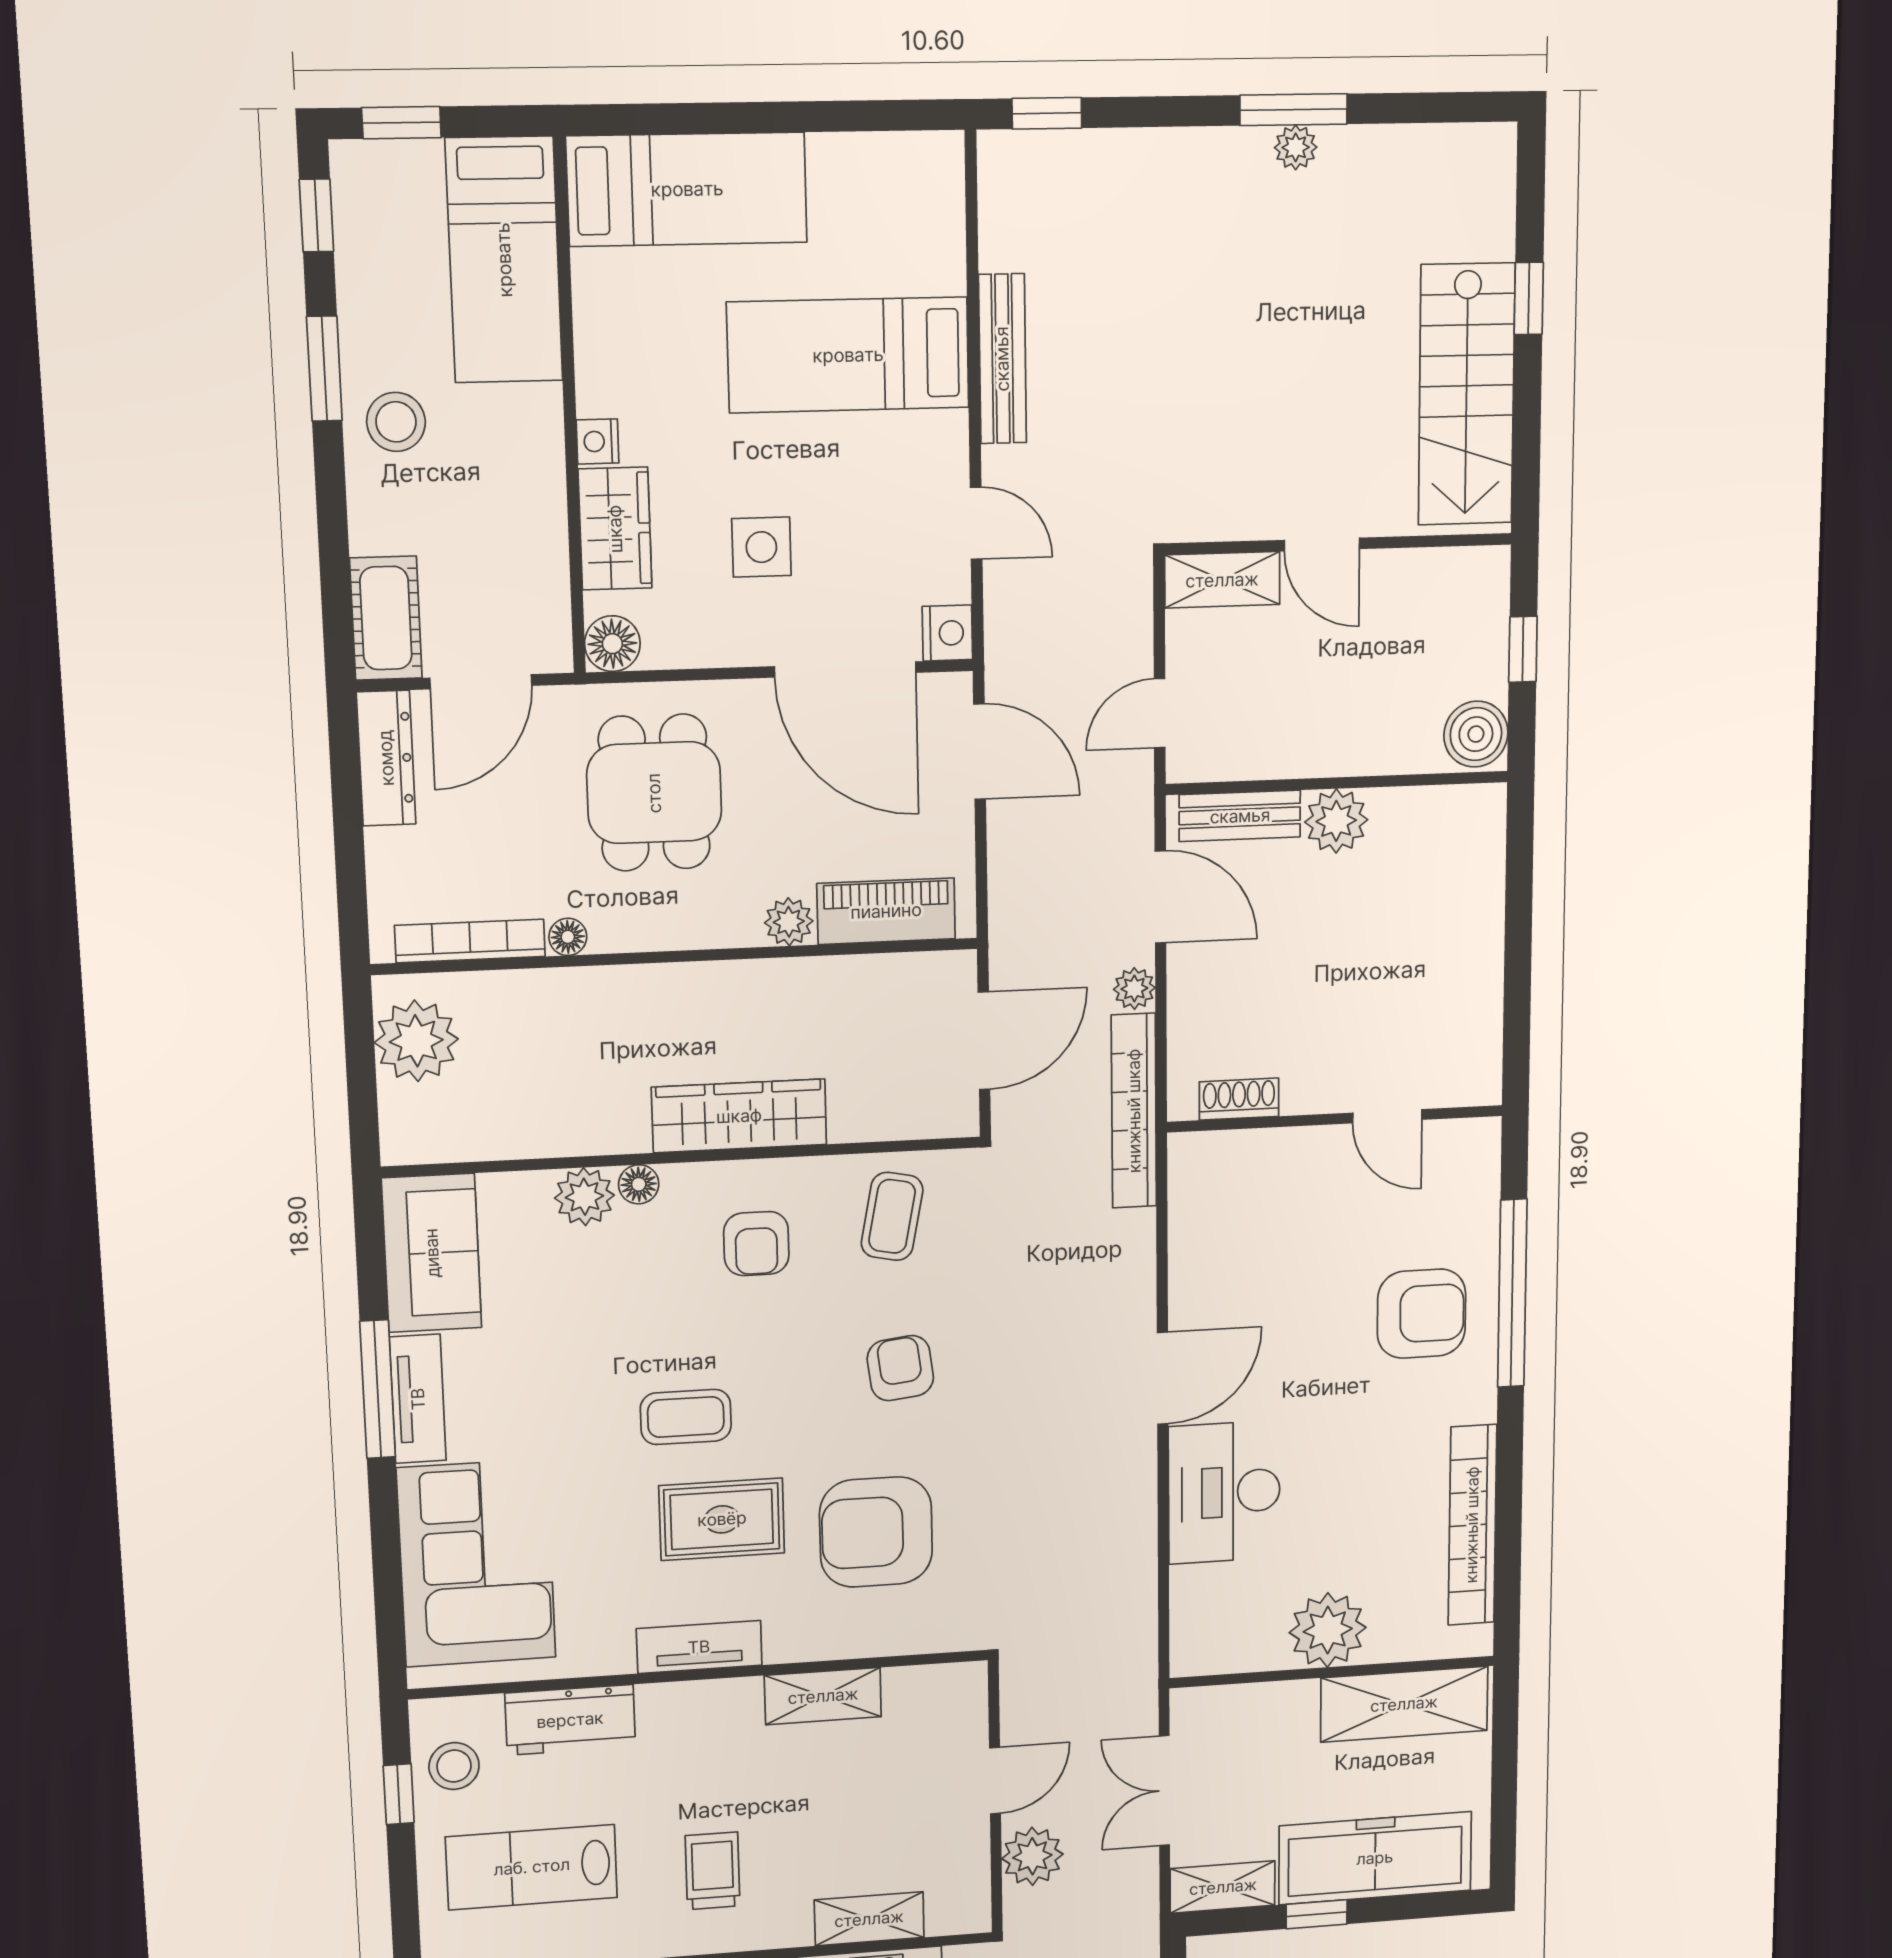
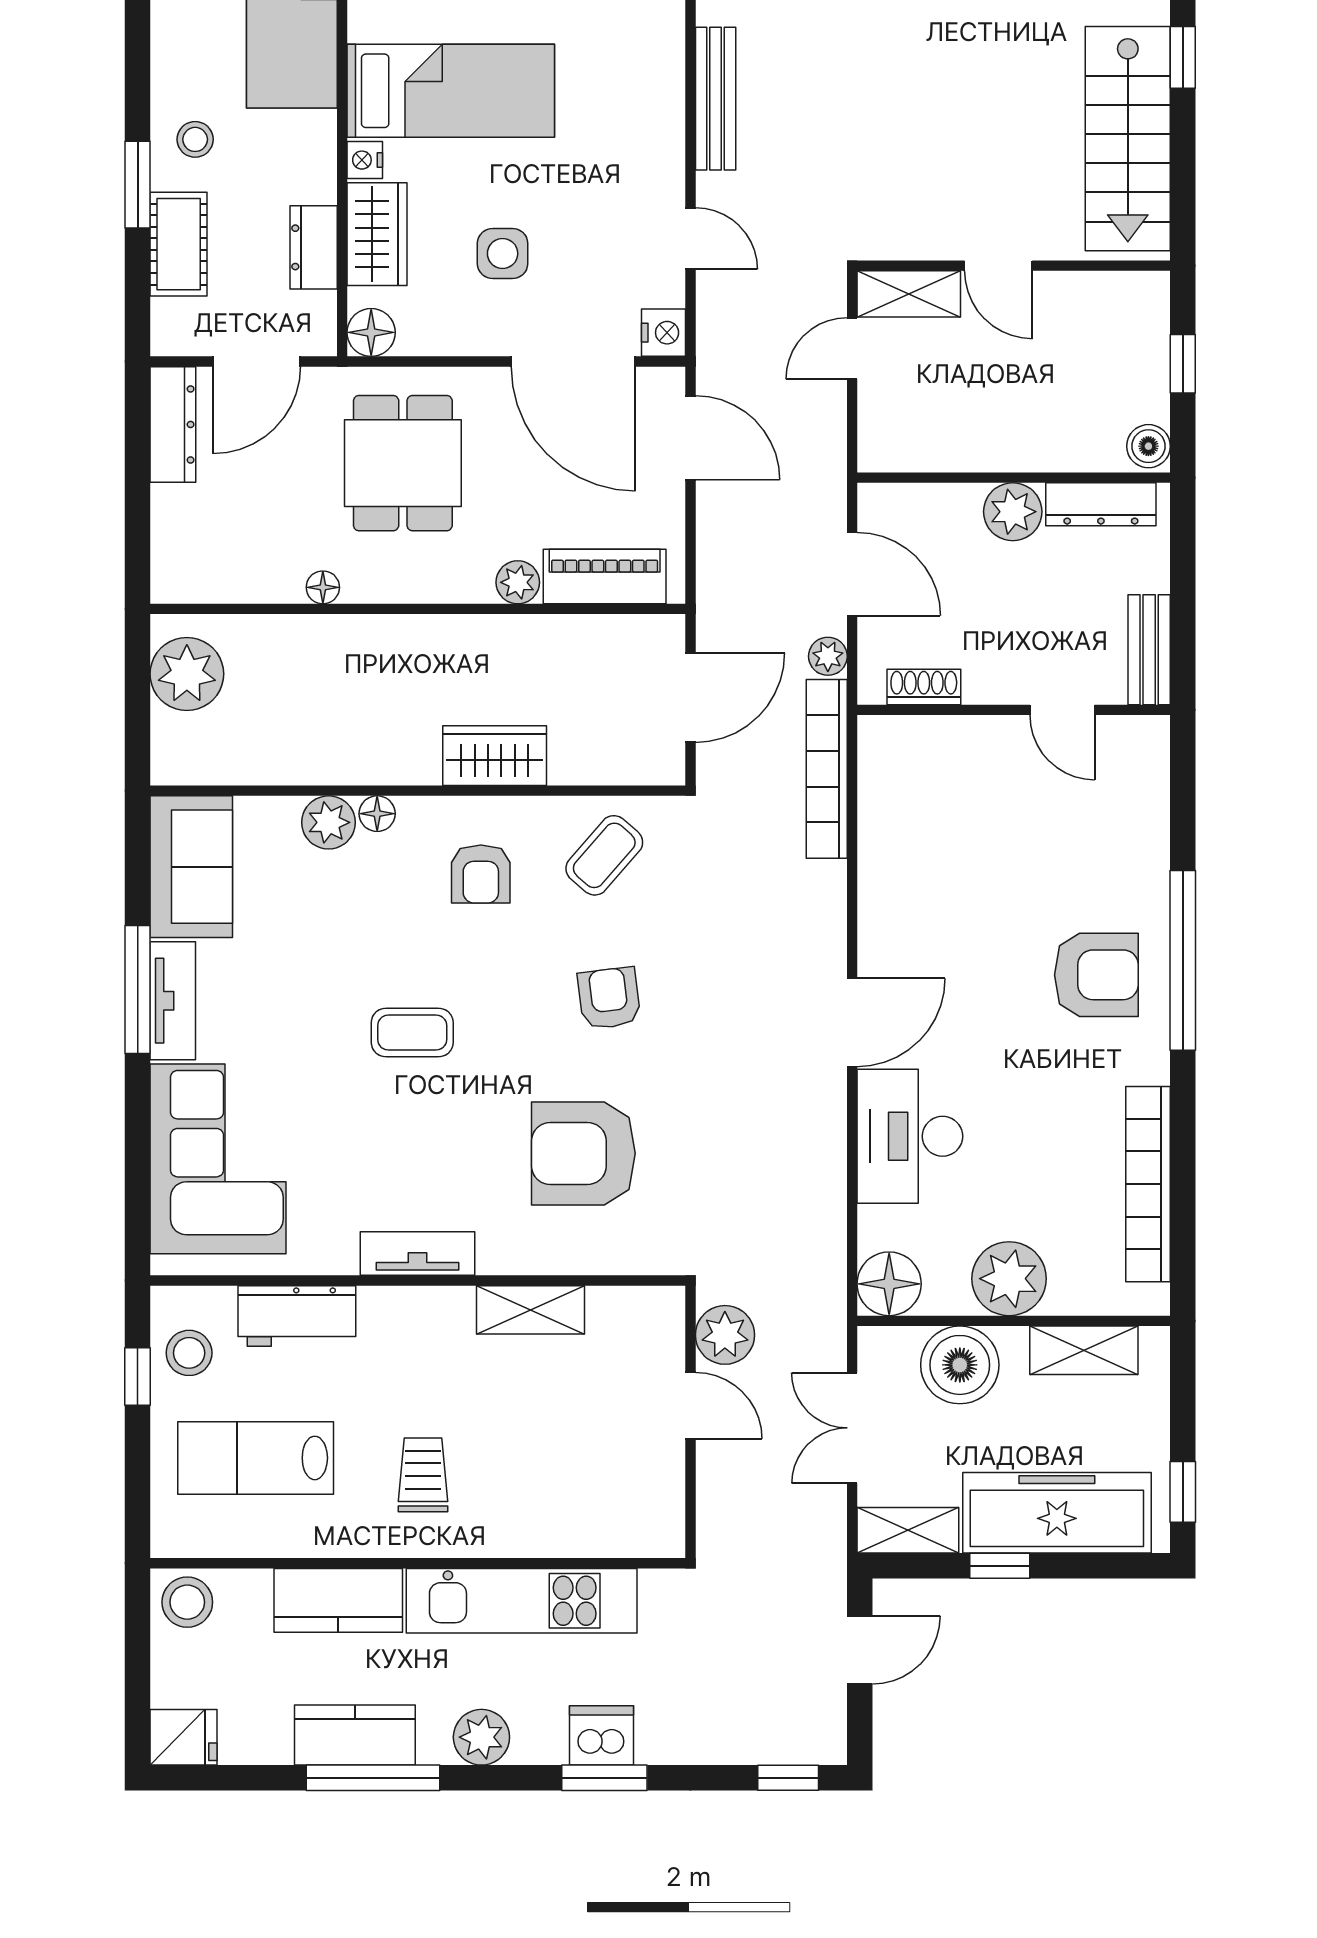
bed: (848, 355) -> (451, 91), moved, turned 180
window: (324, 369) -> (138, 185), moved
stool: (396, 422) -> (195, 139), width x0.73, depth x0.73
dresser: (542, 546) -> (314, 247), added
cot: (386, 618) -> (179, 244), moved
door: (1160, 713) -> (852, 348), moved
boiler: (1476, 734) -> (1148, 446), width x0.73, depth x0.73
dresser: (1432, 809) -> (1101, 504), added
bench: (1240, 816) -> (1149, 650), moved, turned 90
bookcase: (470, 941) -> (238, 587), removed
shoe rack: (1239, 1099) -> (924, 687), moved
wardrobe: (739, 1116) -> (495, 756), width x0.67
door: (1387, 1116) -> (1062, 710), moved
wall: (1335, 1119) -> (1014, 710), moved
coffee table: (892, 1216) -> (604, 855), turned 30
rug: (722, 1519) -> (442, 1132), removed
floor lamp: (1203, 1644) -> (889, 1284), added
shelving: (1404, 1704) -> (1084, 1350), width x0.67, depth x0.75
boiler: (1276, 1720) -> (960, 1365), added
door: (995, 1781) -> (690, 1406), hinge flipped
window: (1503, 1828) -> (1183, 1492), added
plant: (1032, 1856) -> (725, 1335), moved
shelving: (869, 1919) -> (569, 1535), removed

